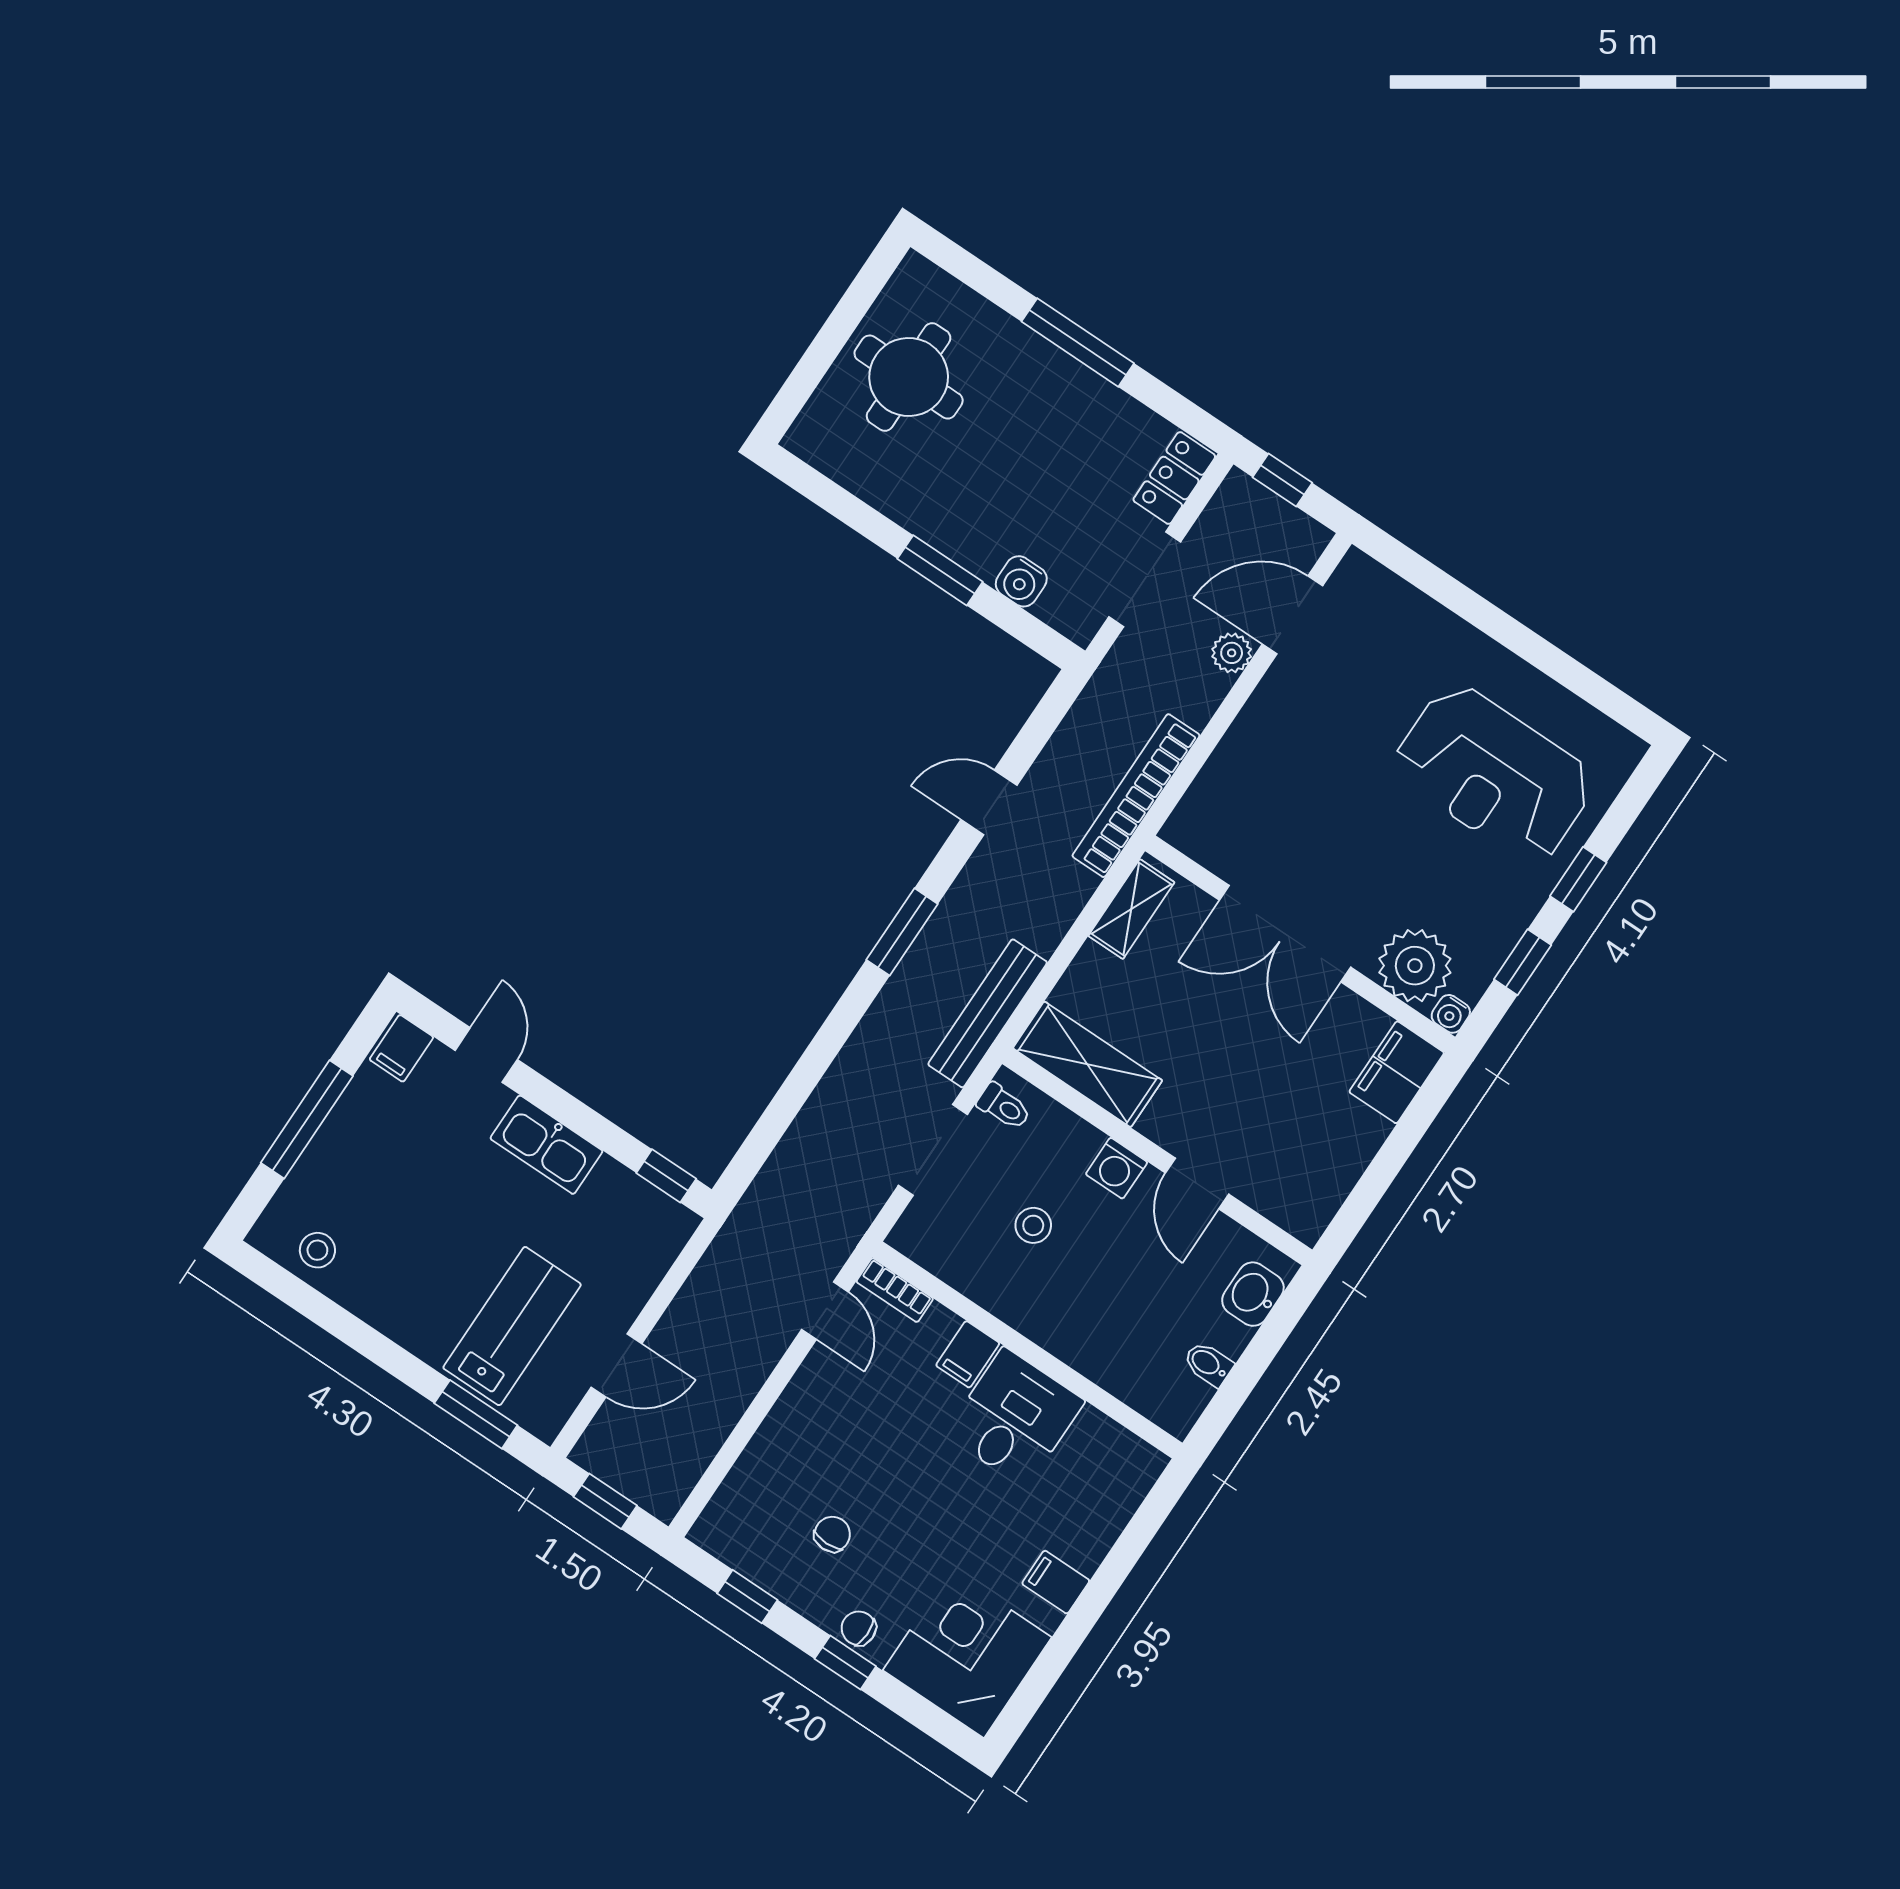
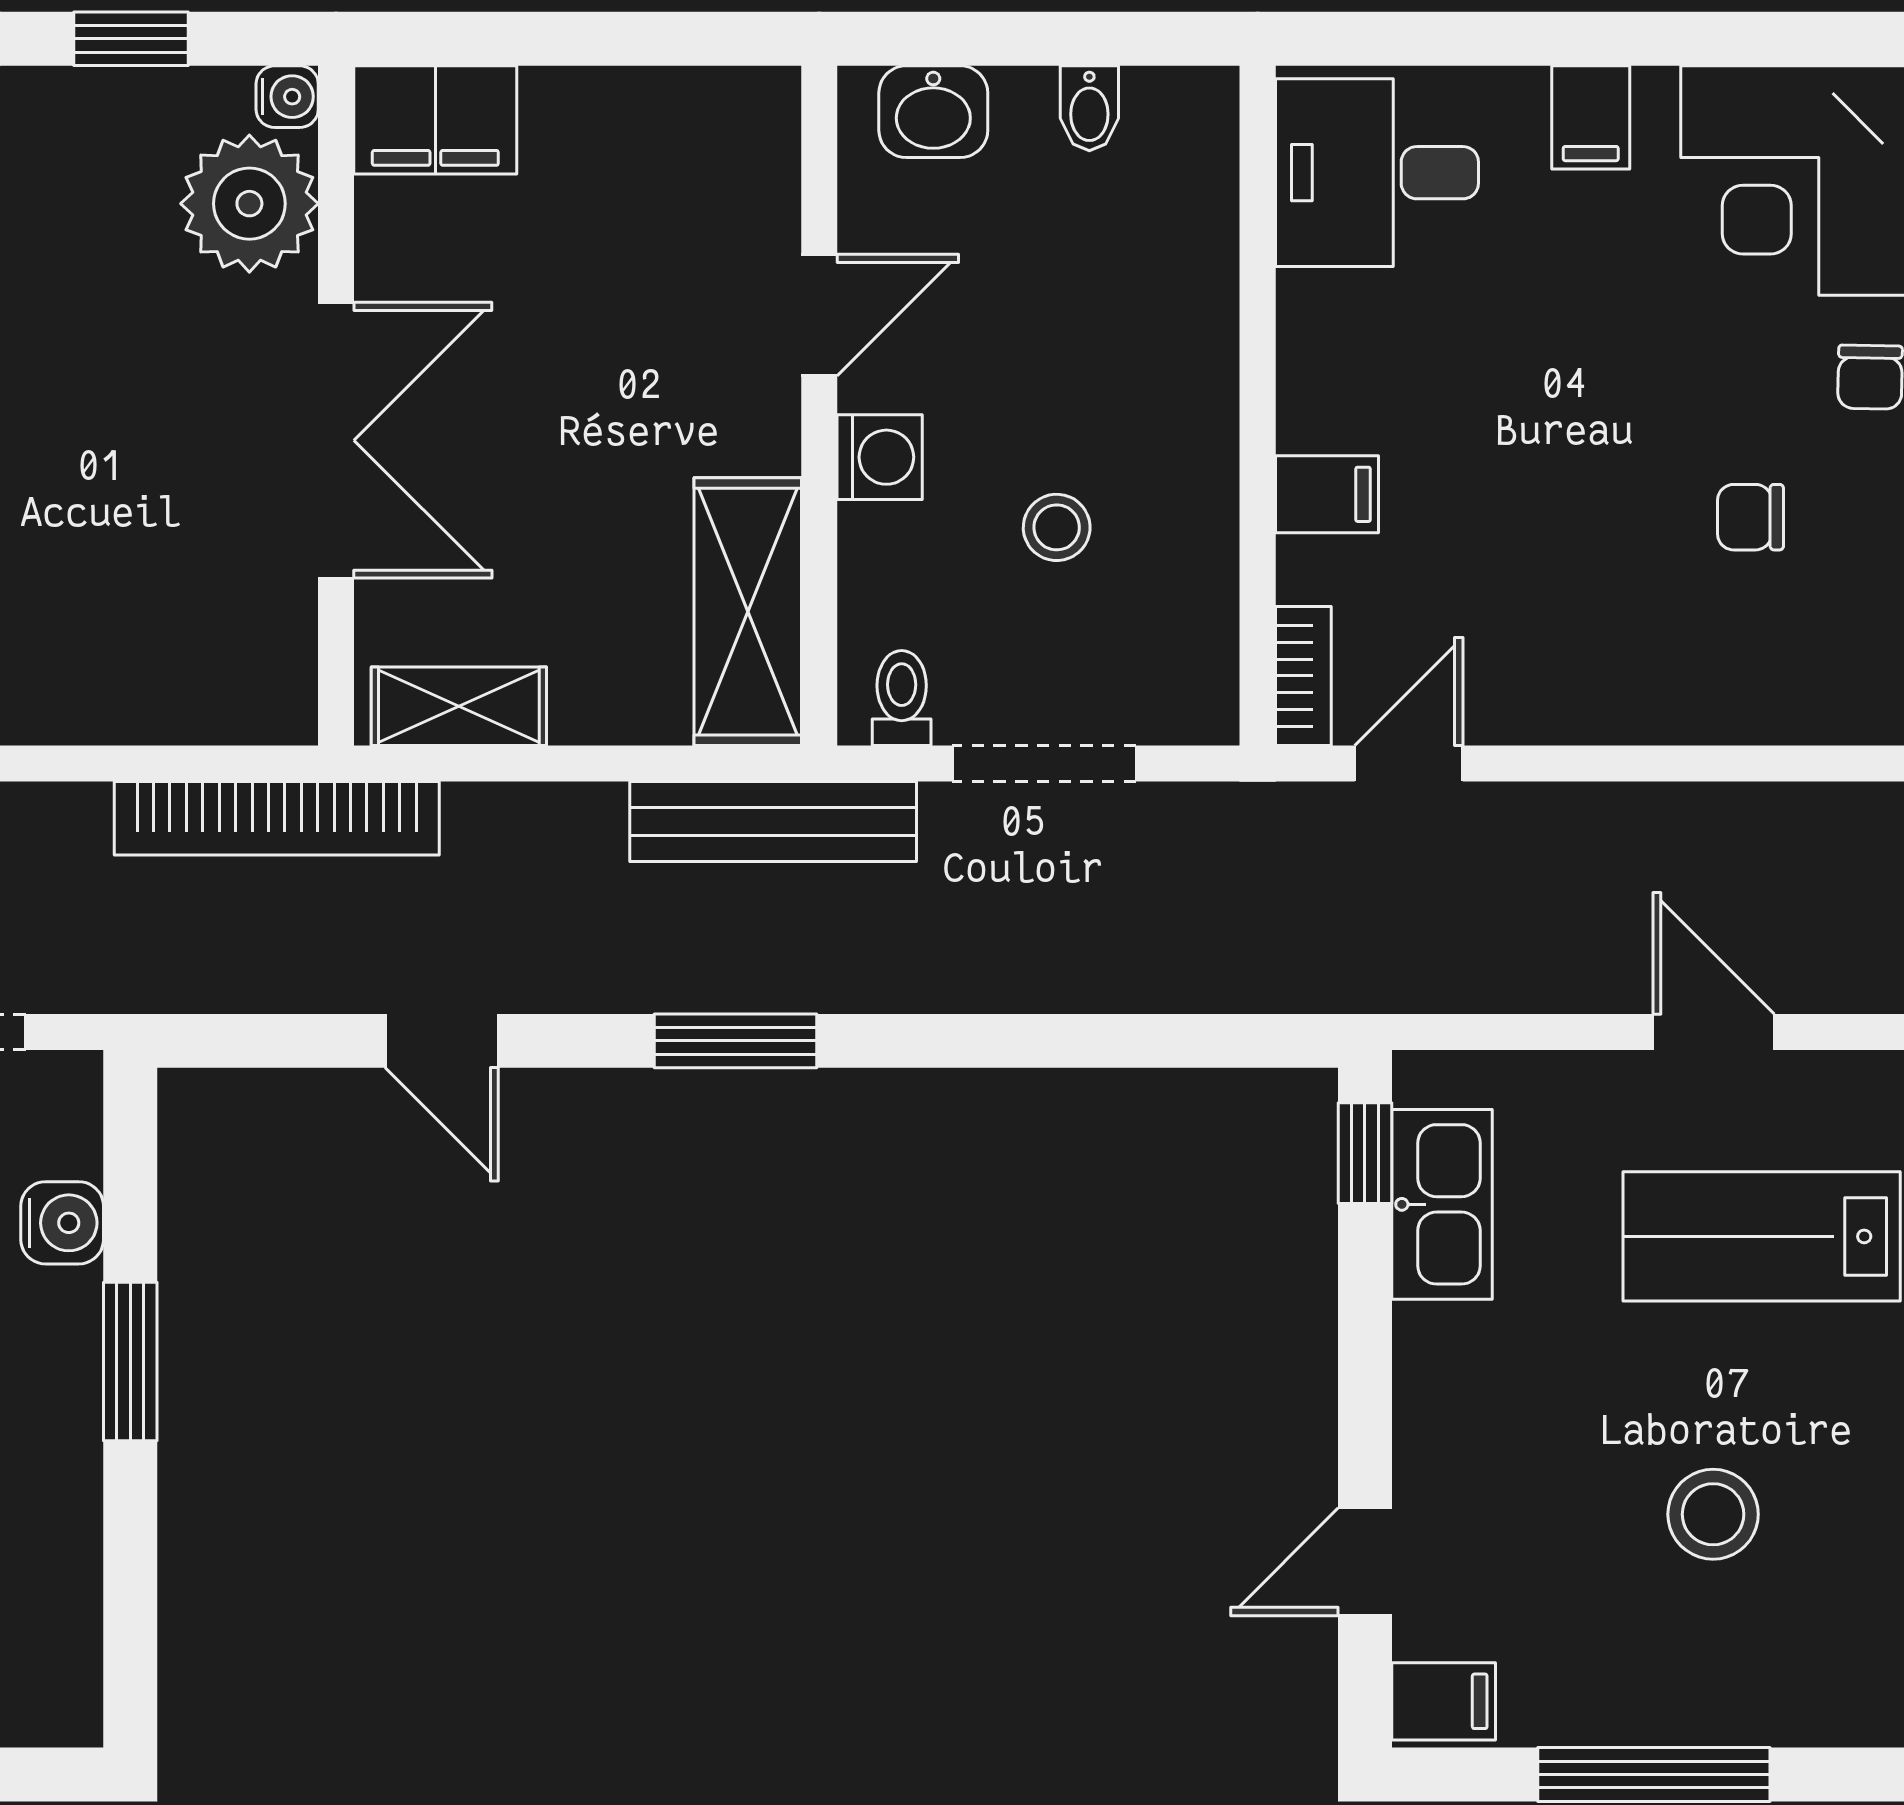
kitchen sink: (546, 1145) -> (1442, 1204), moved
stool: (317, 1250) -> (1713, 1514), moved, width x1.37, depth x1.37
desk: (1015, 1418) -> (1377, 173), moved

